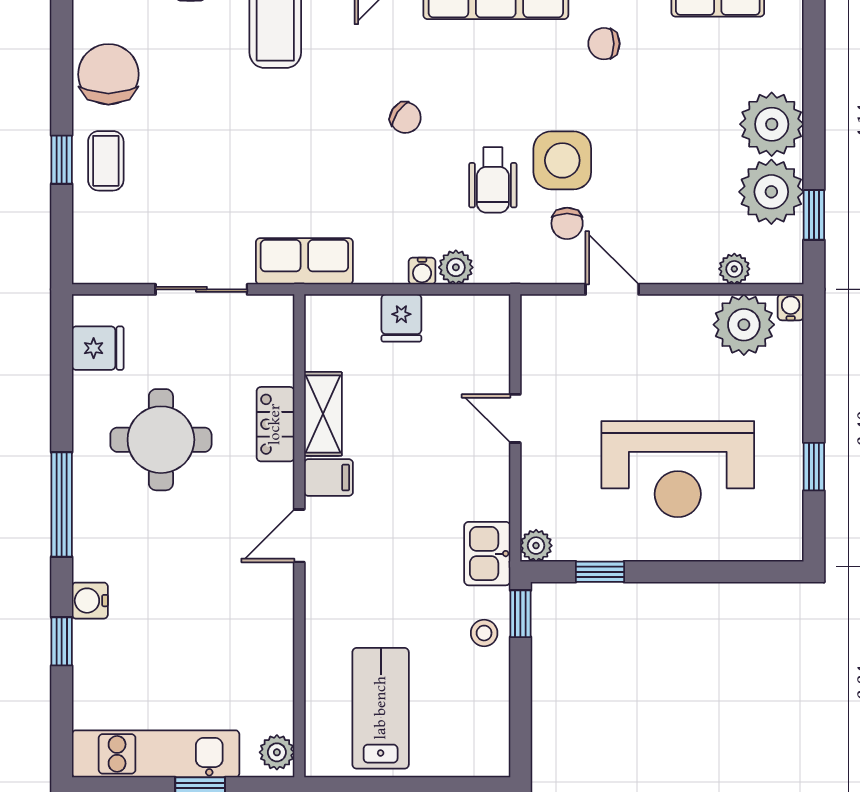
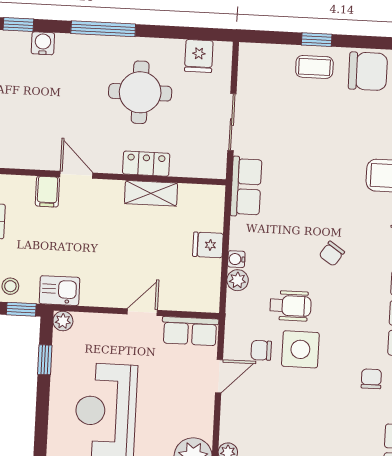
wheelchair: (493, 180) -> (290, 306), turned 180
row of seats: (542, 340) -> (190, 331), added
filing cabinet: (329, 478) -> (47, 192), moved

